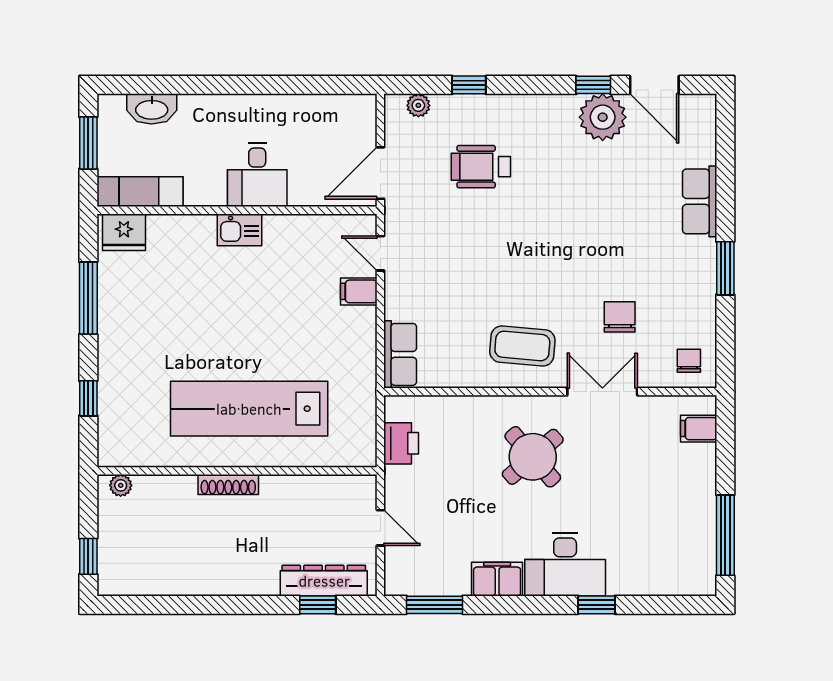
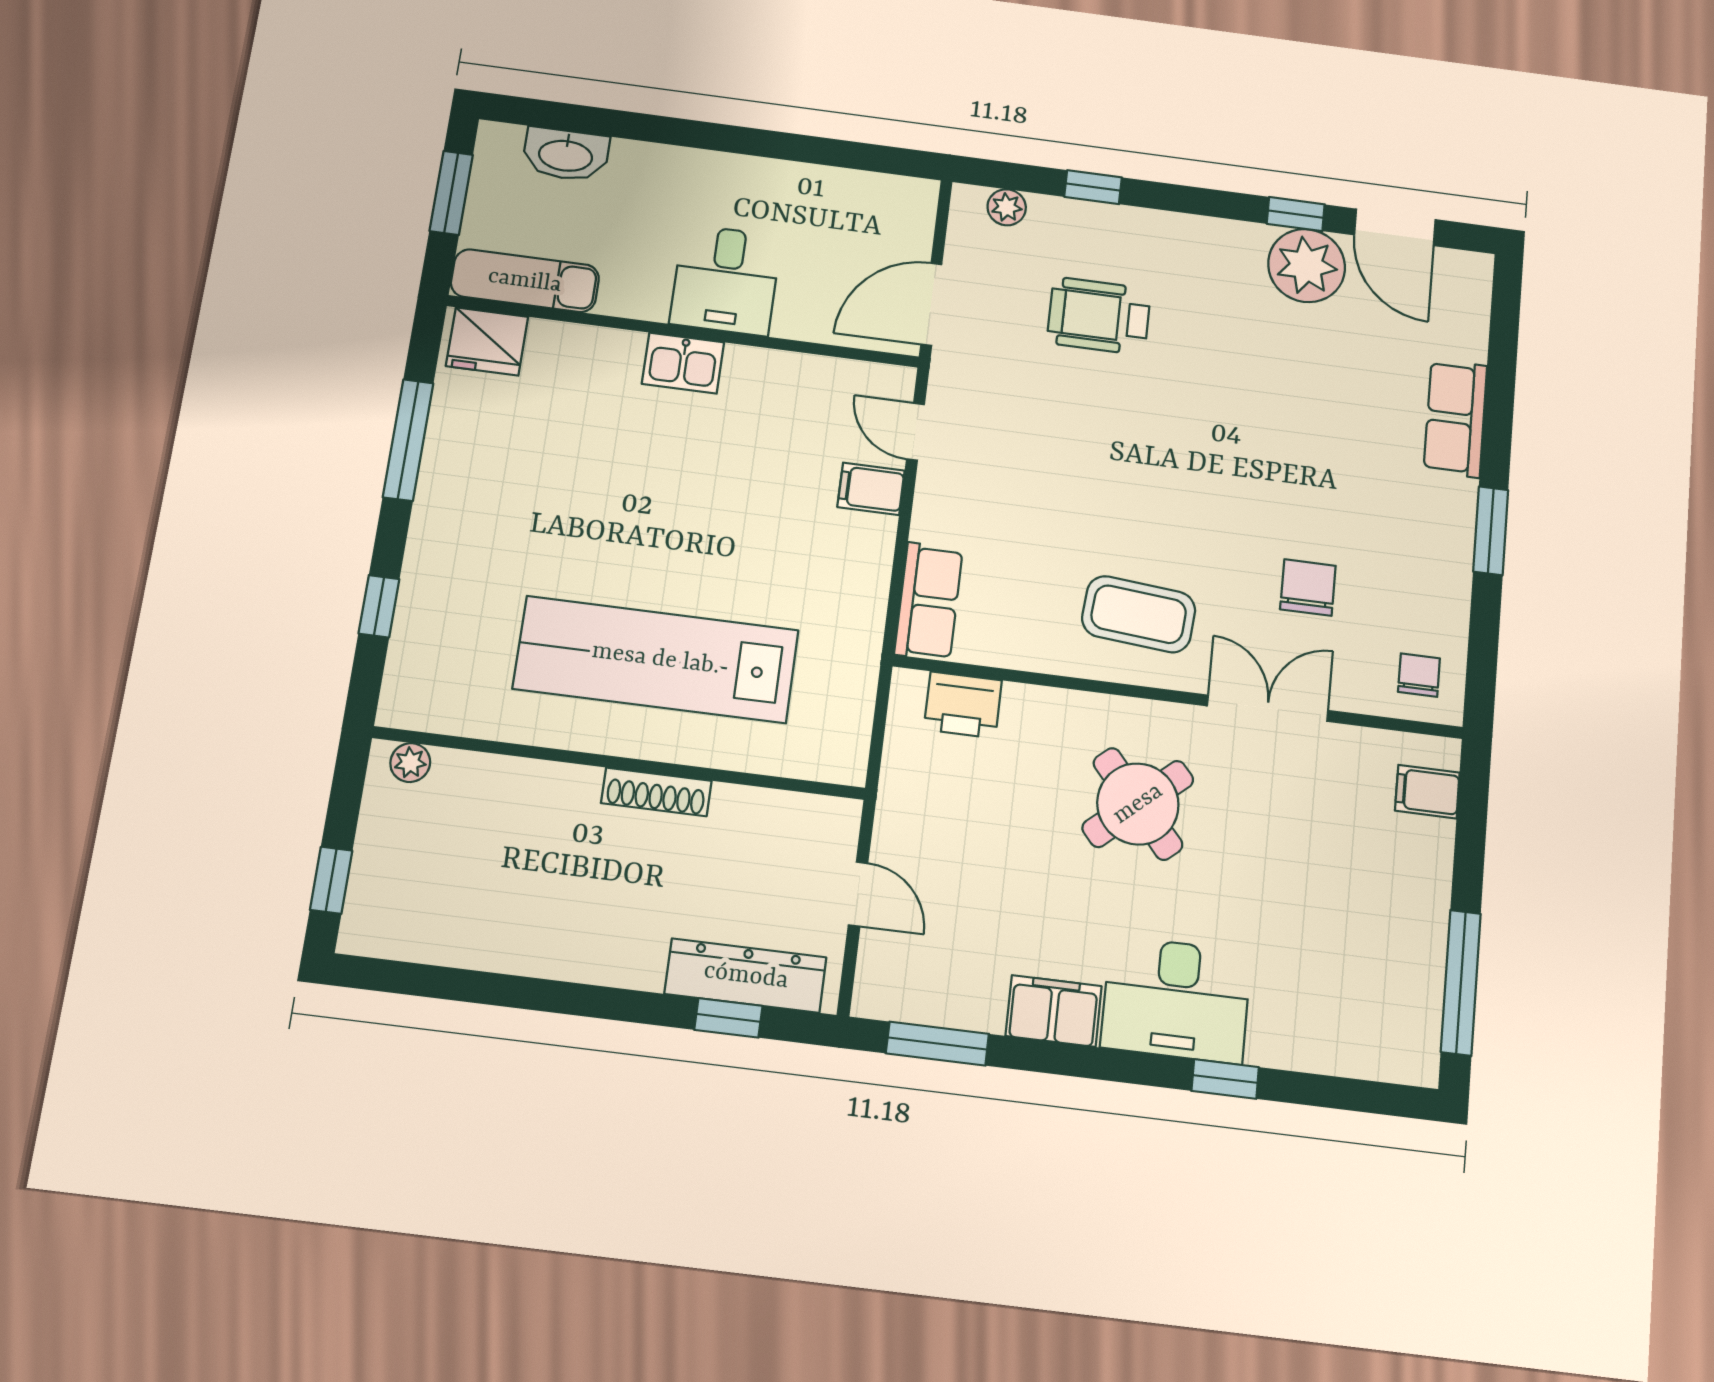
printer: (401, 443) -> (963, 705), moved, turned 90
shoe rack: (228, 484) -> (656, 792), moved

